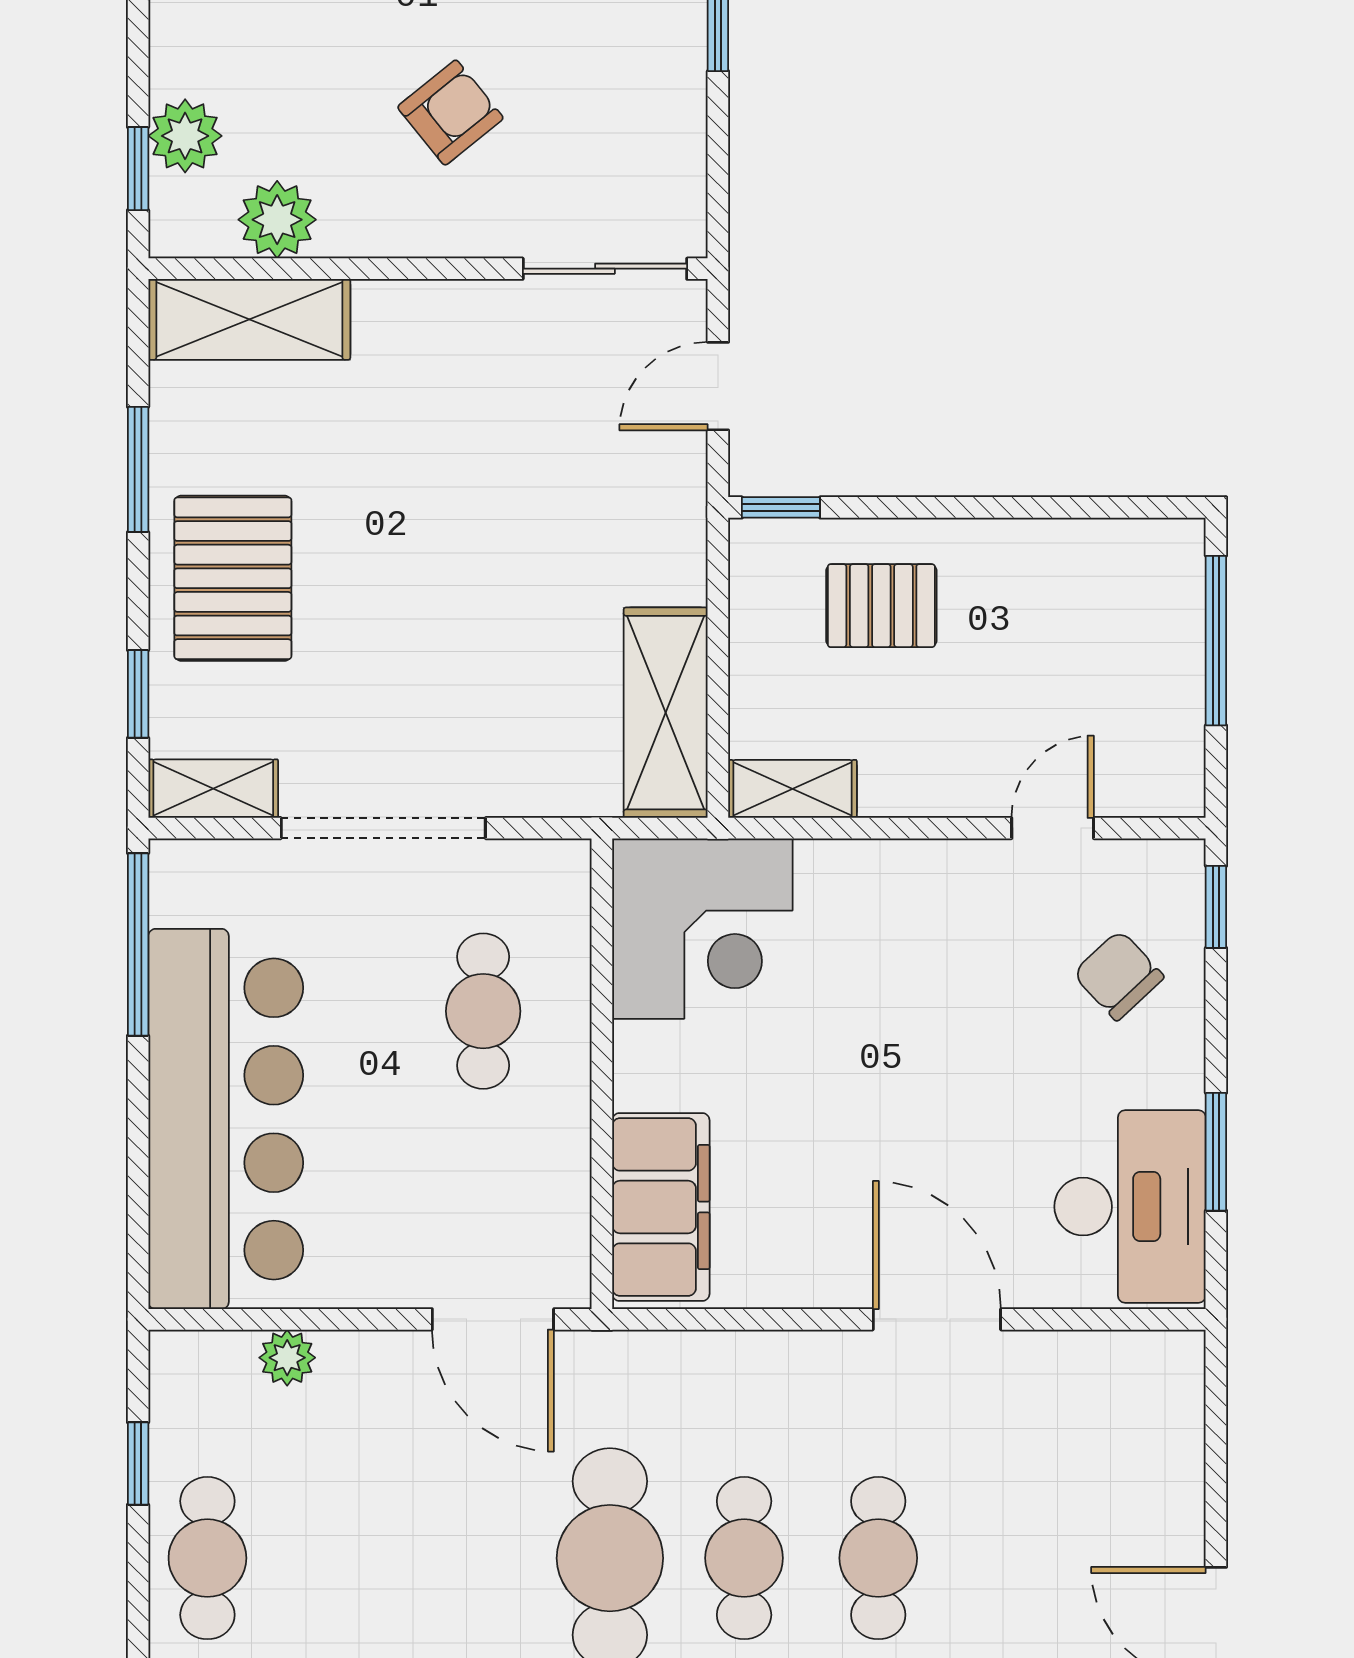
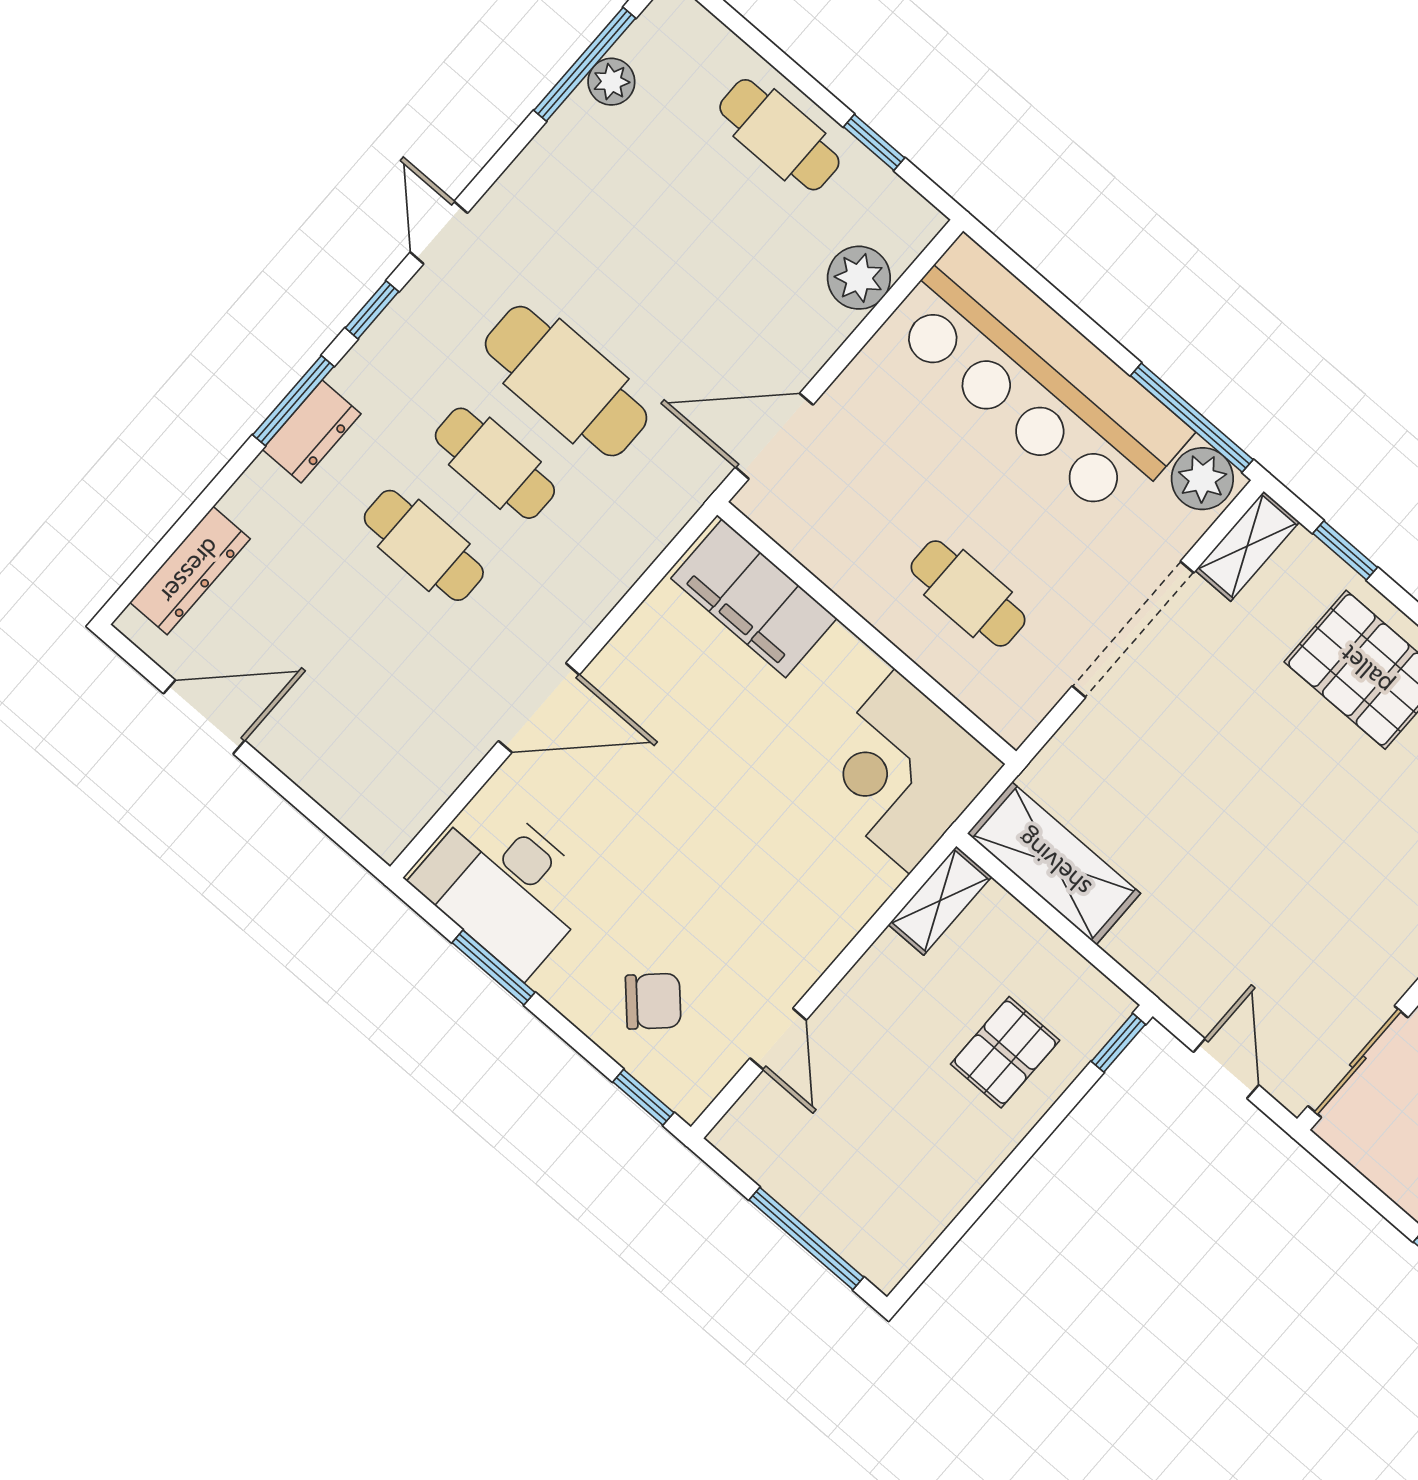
plant: (186, 885) -> (1202, 479), added
plant: (287, 1358) -> (859, 278), width x1.38, depth x1.38

